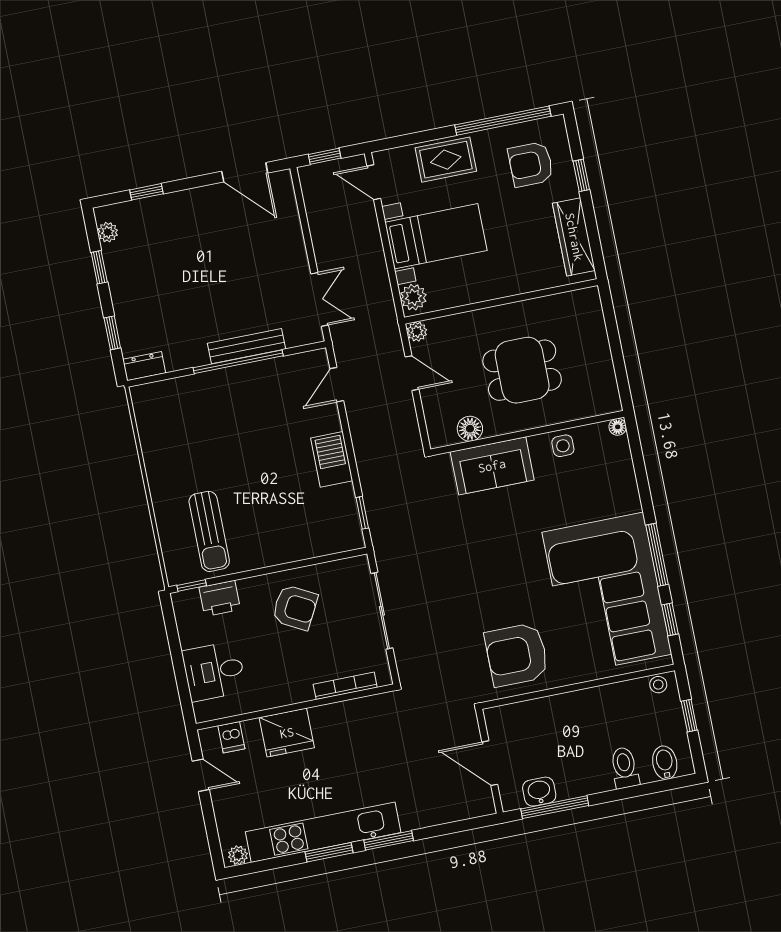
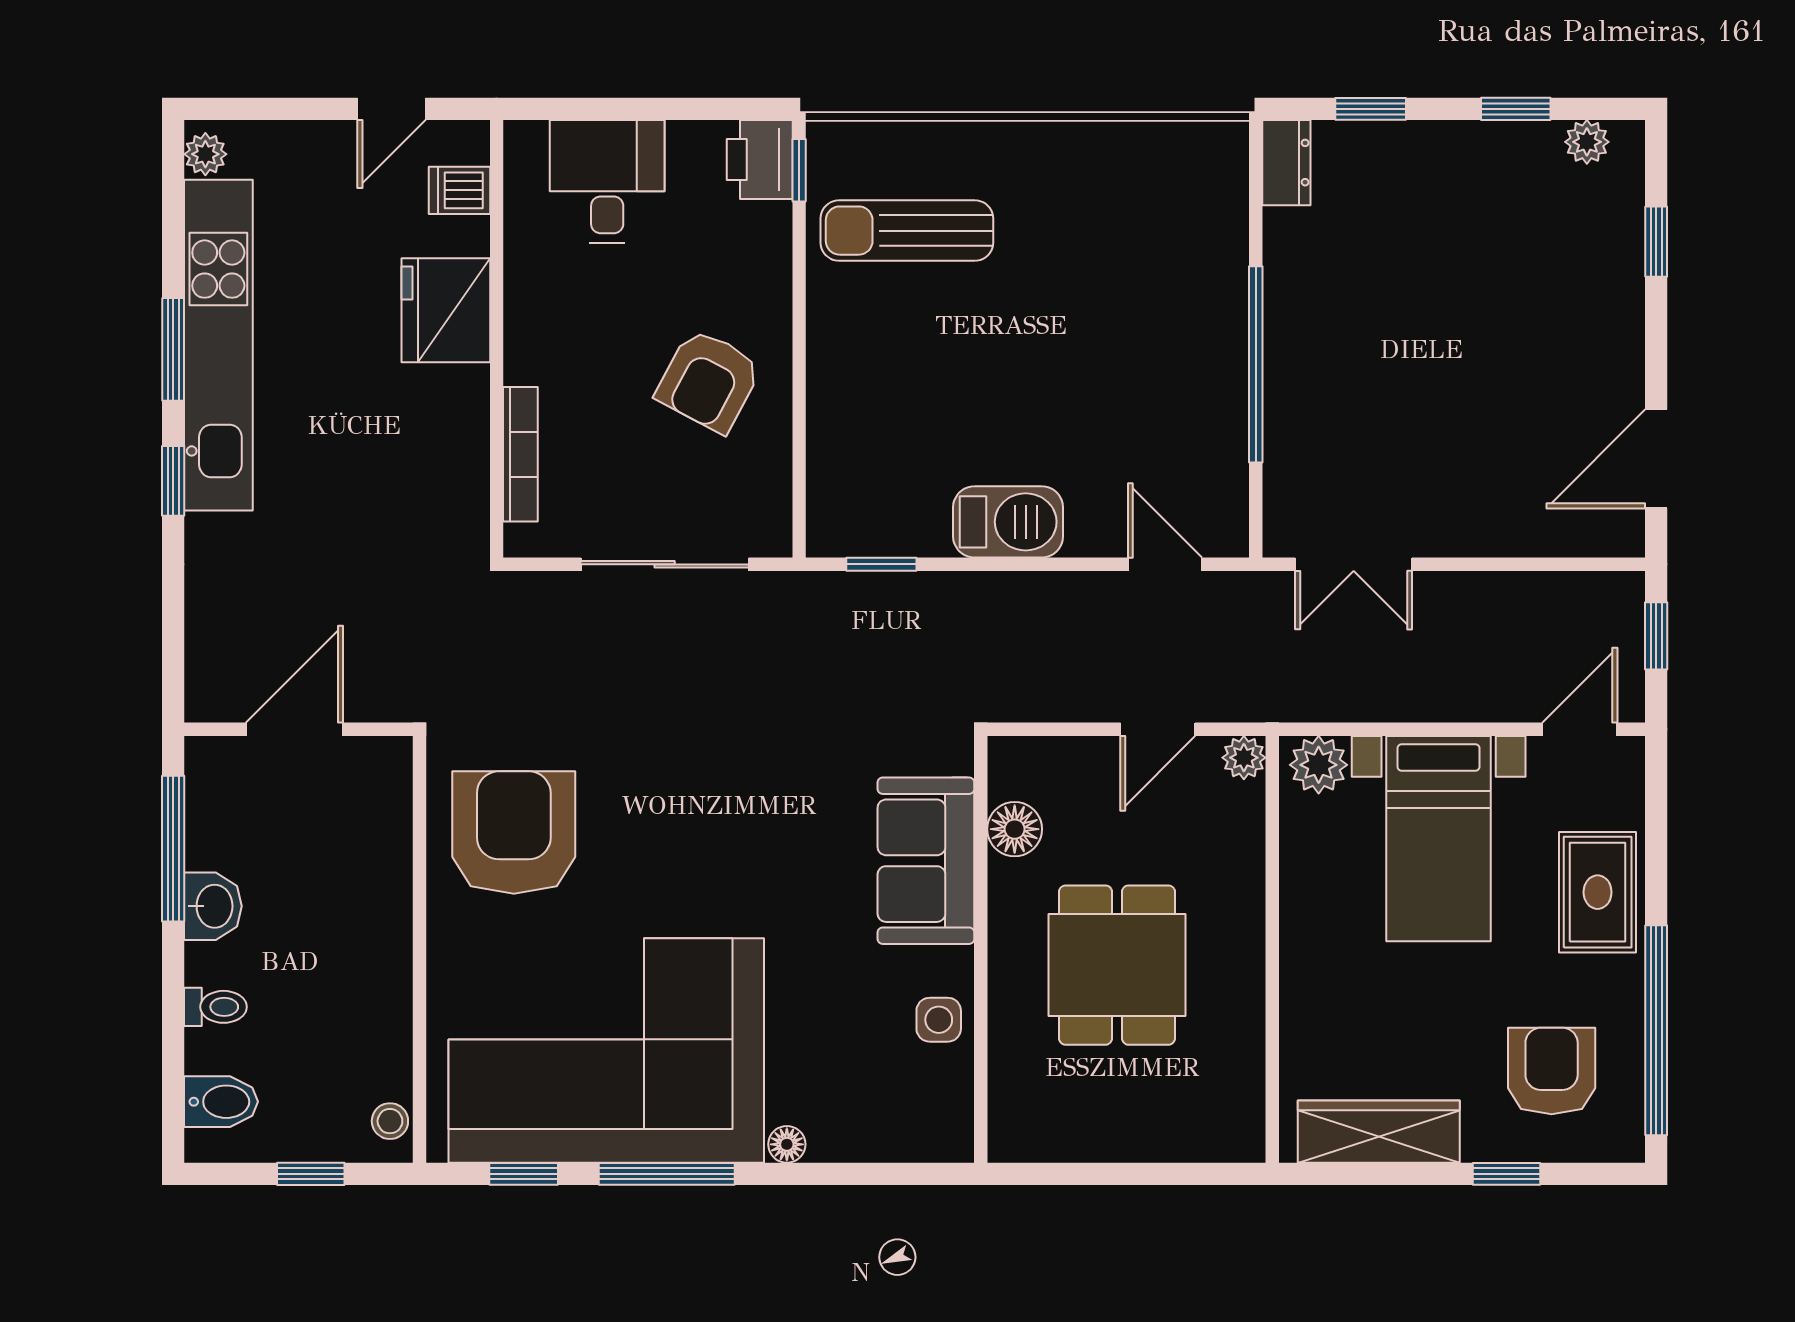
bench: (247, 346) -> (1285, 389), removed
floor lamp: (618, 427) -> (787, 1144), moved
printer: (220, 598) -> (760, 160), moved
toilet: (625, 768) -> (215, 1007), width x0.73, depth x0.72
washbasin: (539, 792) -> (213, 906), moved
window: (389, 840) -> (173, 481), width x0.67

